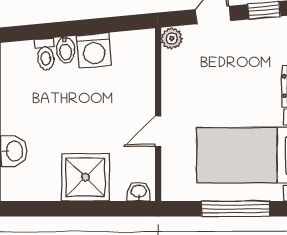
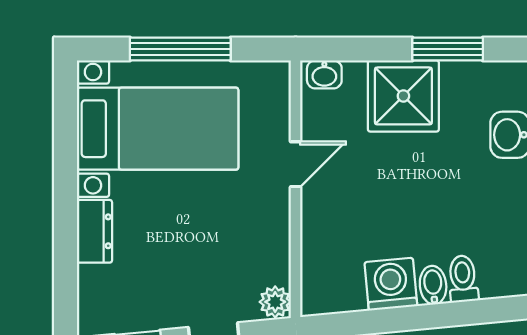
window: (56, 209) -> (448, 49), added

